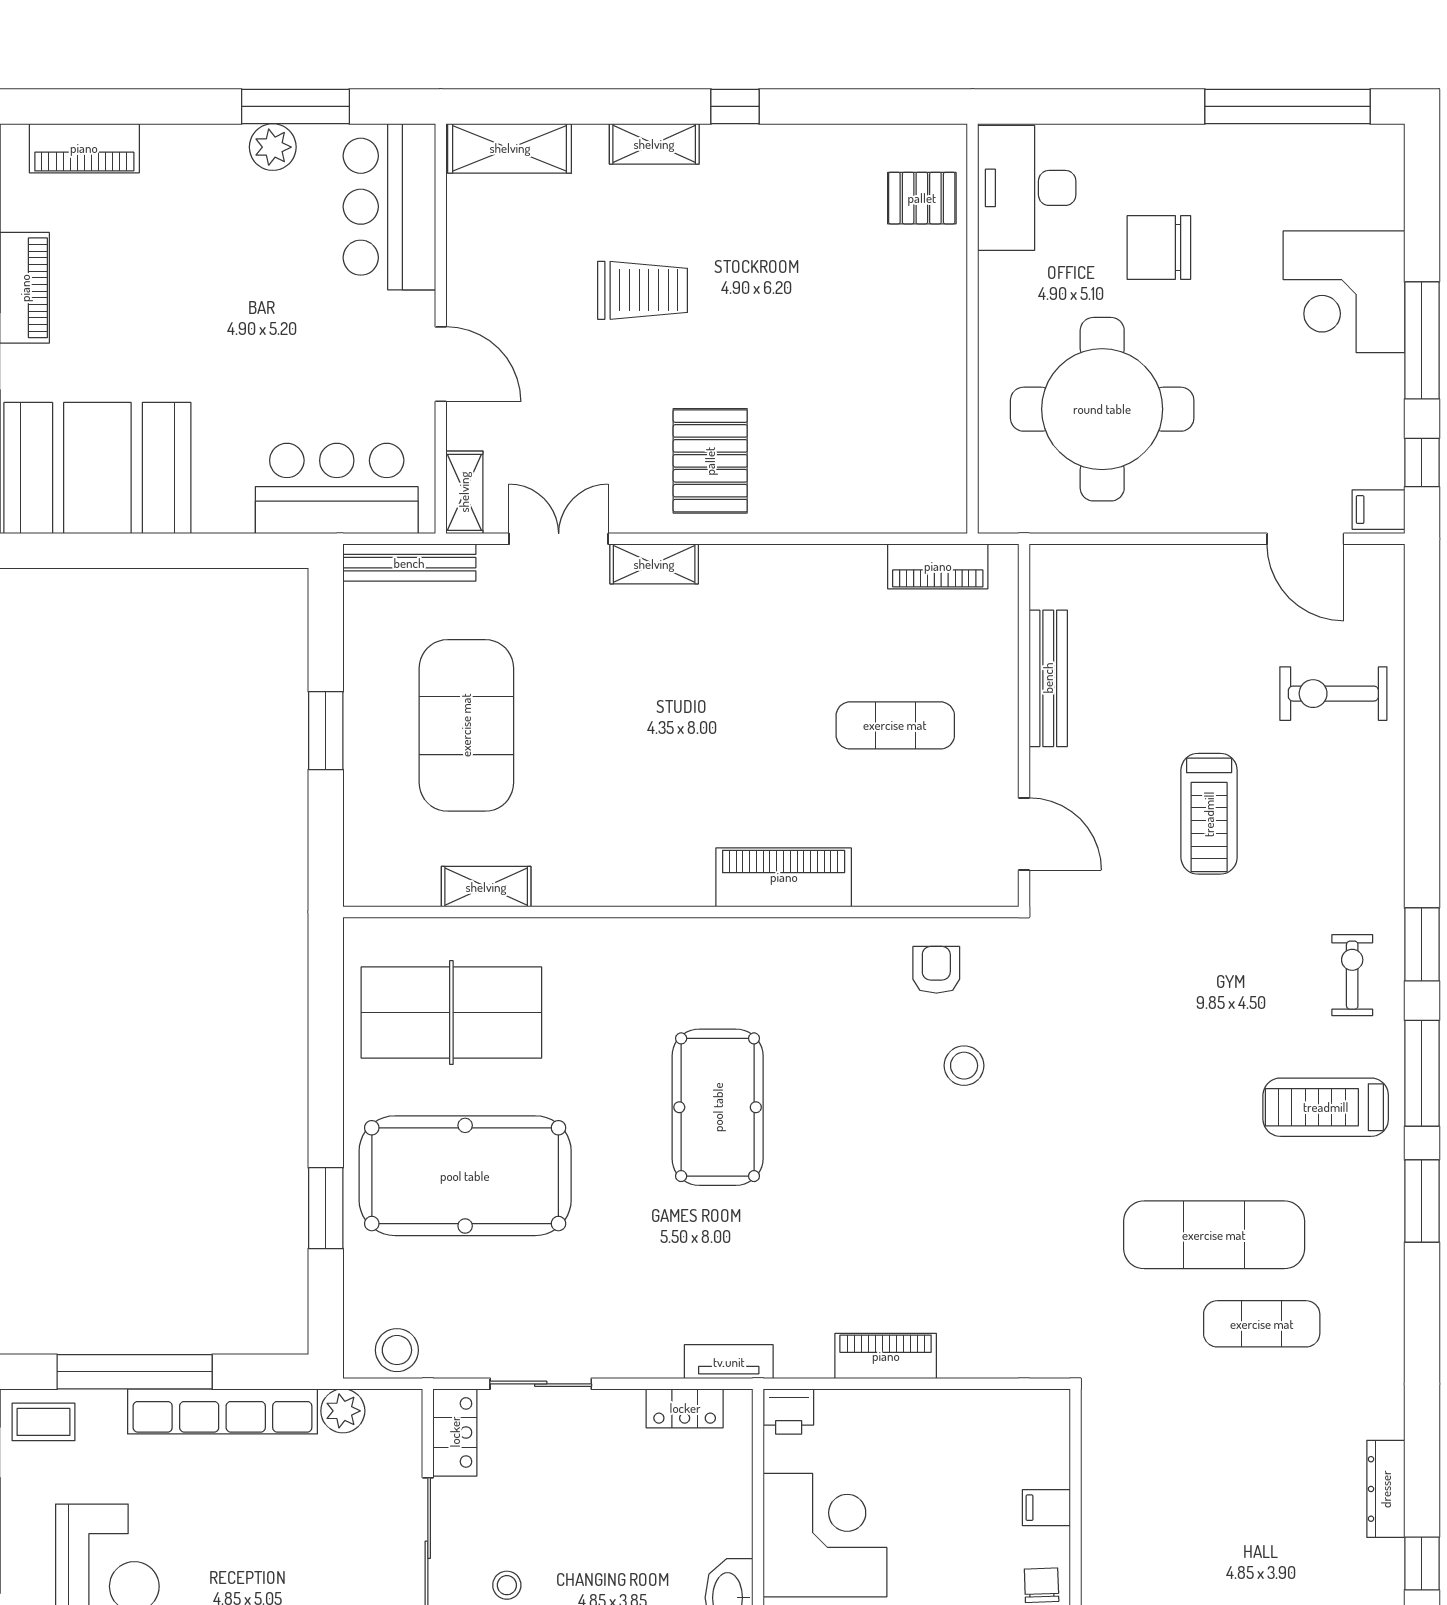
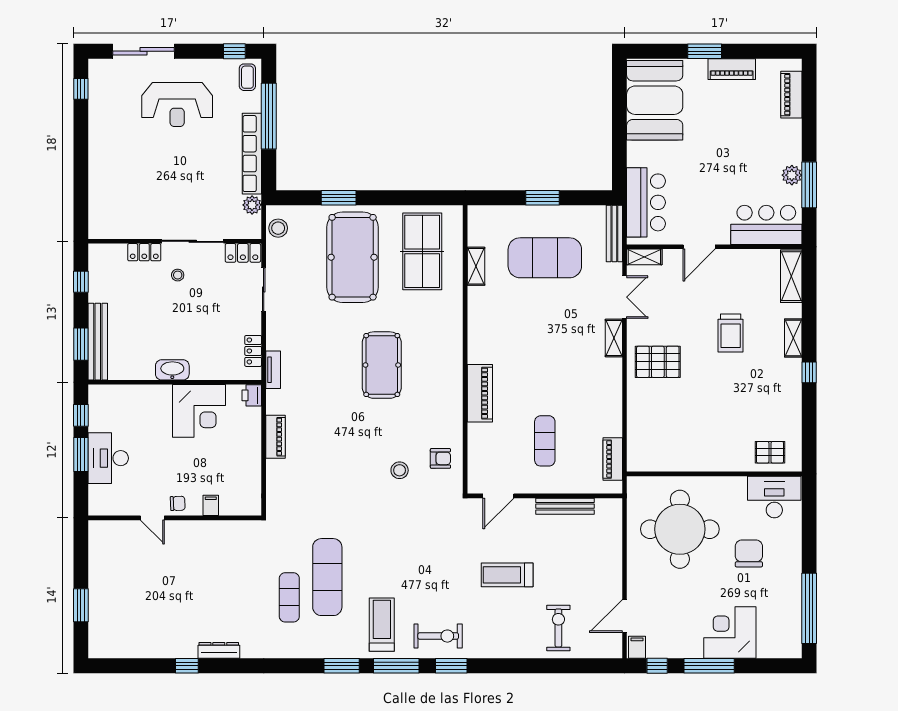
pallet: (922, 198) -> (770, 452), turned 90
exercise bike: (1352, 975) -> (438, 636), width x1.38, depth x1.39
pool table: (718, 1107) -> (382, 365), turned 90

